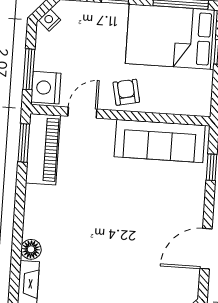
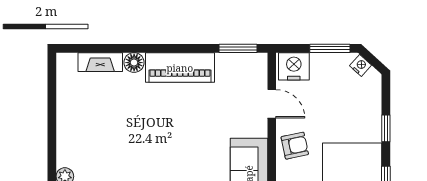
window: (29, 69) -> (330, 48), moved
piano: (43, 149) -> (180, 68), moved

